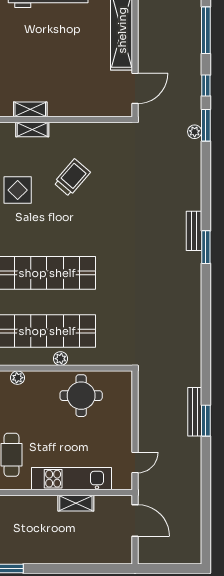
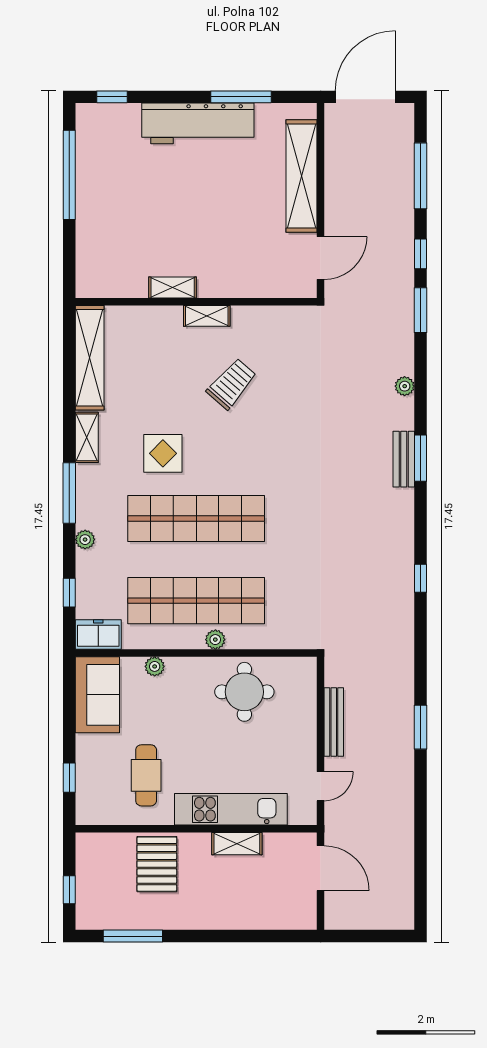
shelving: (32, 129) -> (207, 316), moved
plant: (195, 132) -> (405, 386), moved
display table: (18, 190) -> (163, 453), moved
window: (206, 247) -> (421, 458), moved
window: (206, 315) -> (421, 578), added
bench: (195, 412) -> (334, 722), moved
pallet: (19, 518) -> (157, 864), added

